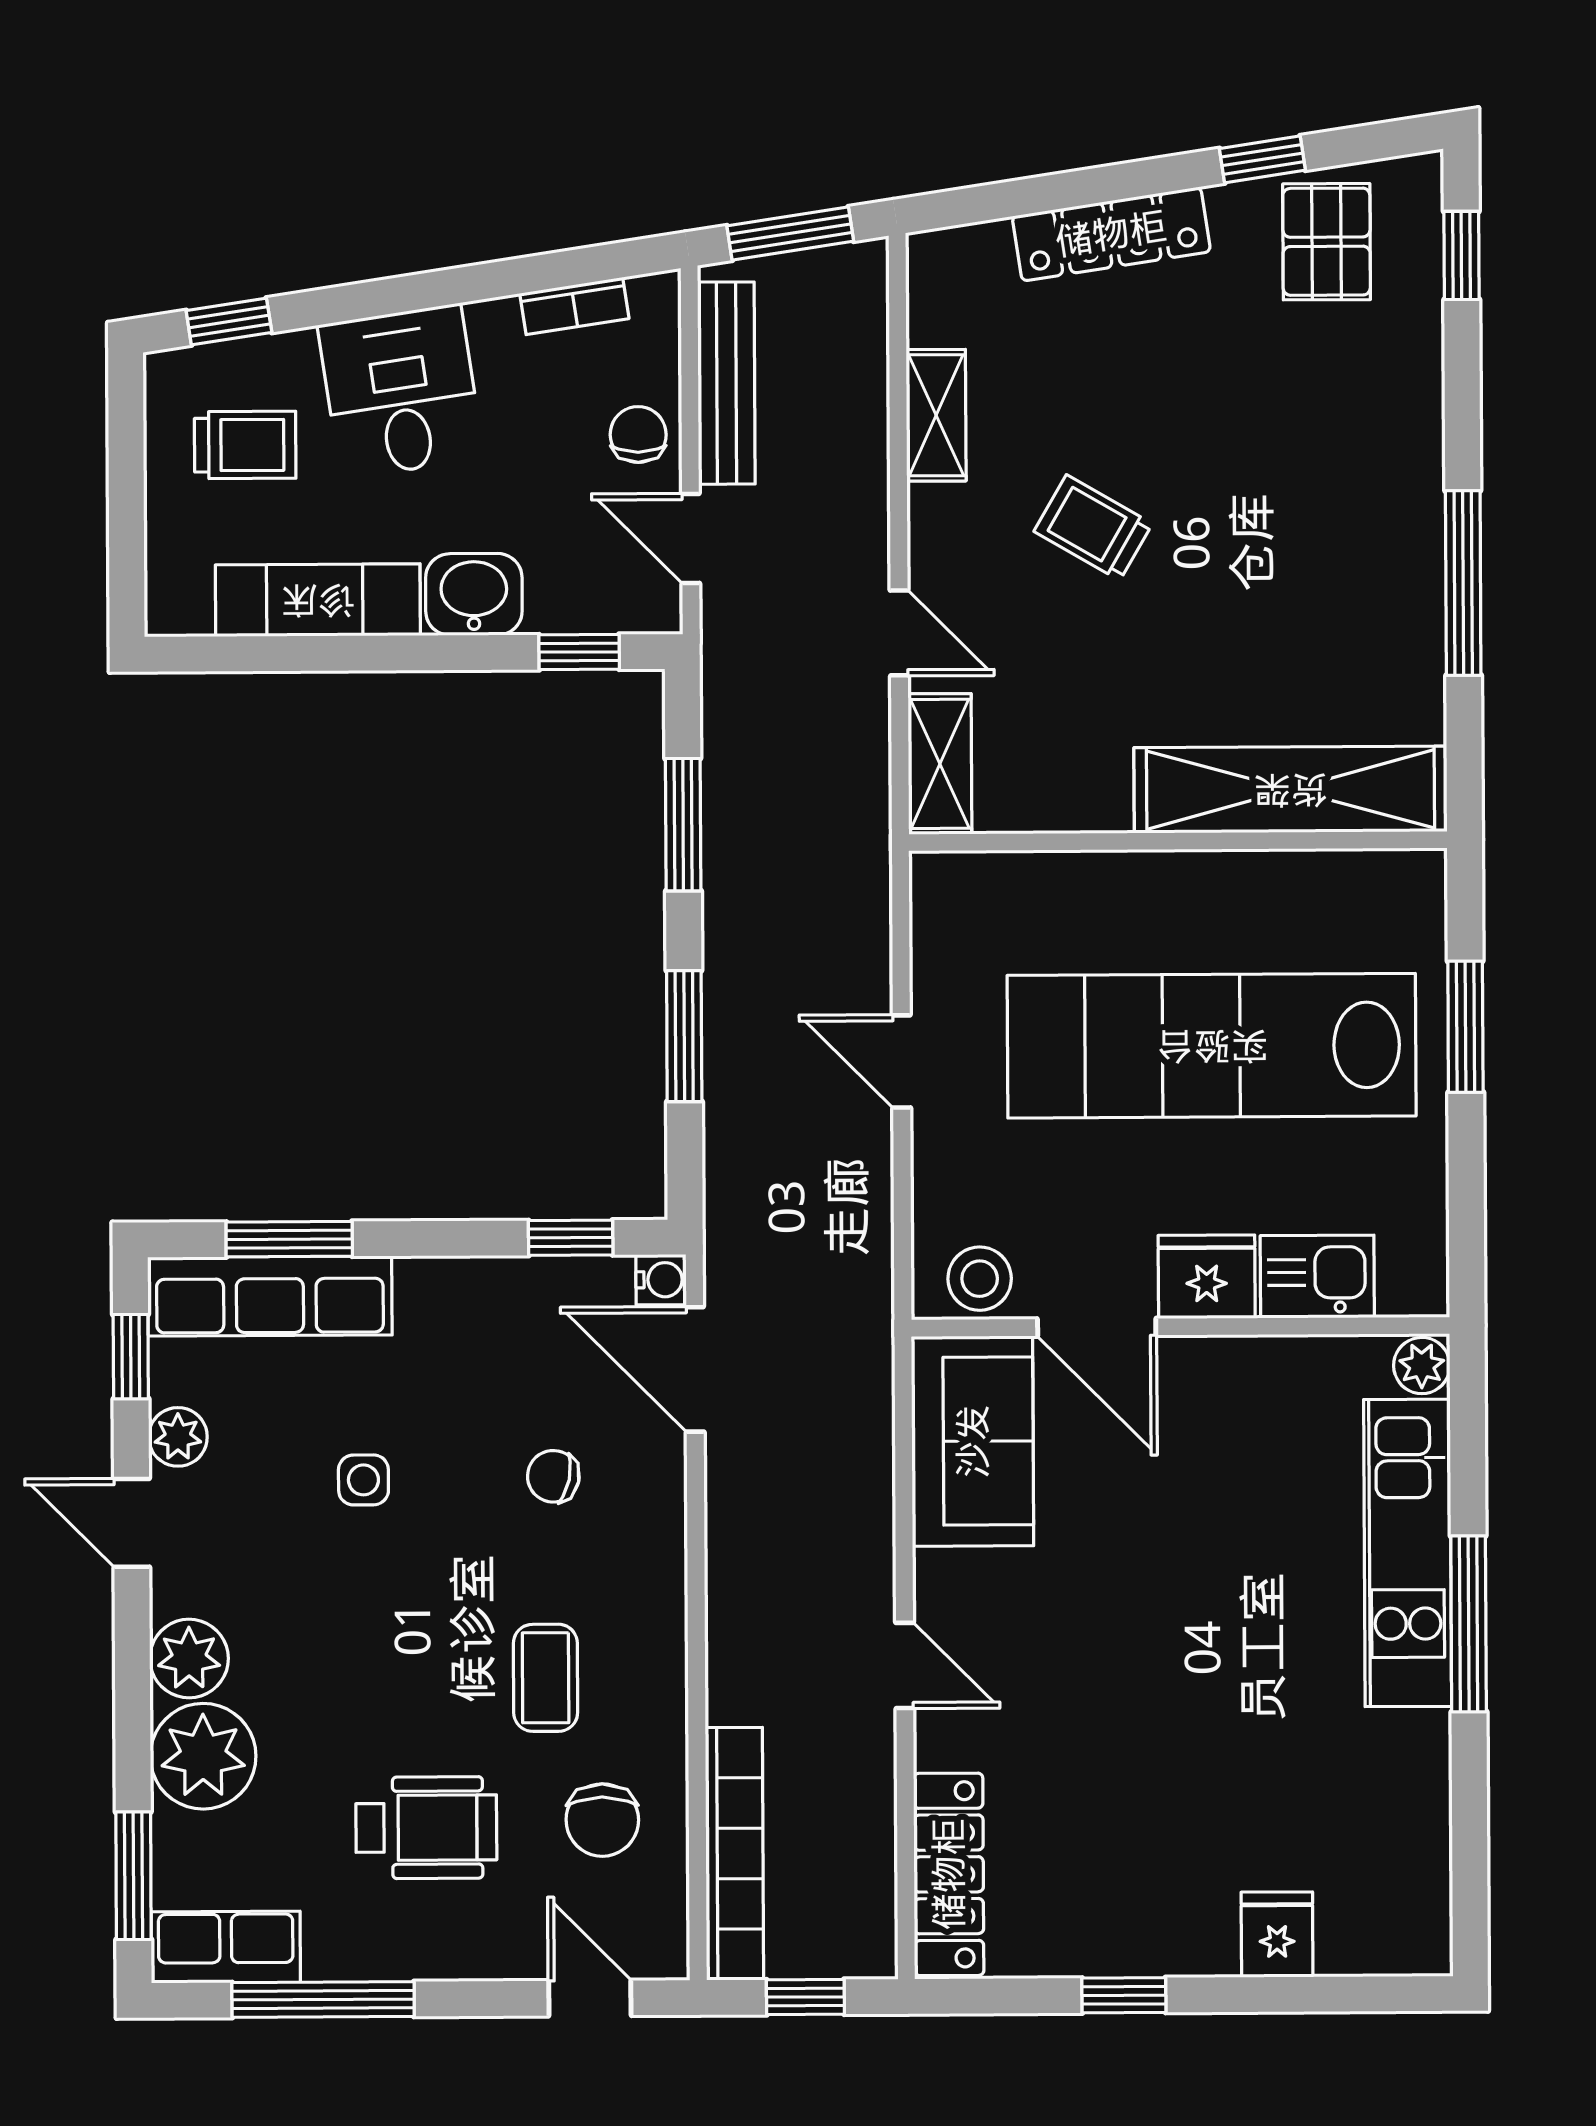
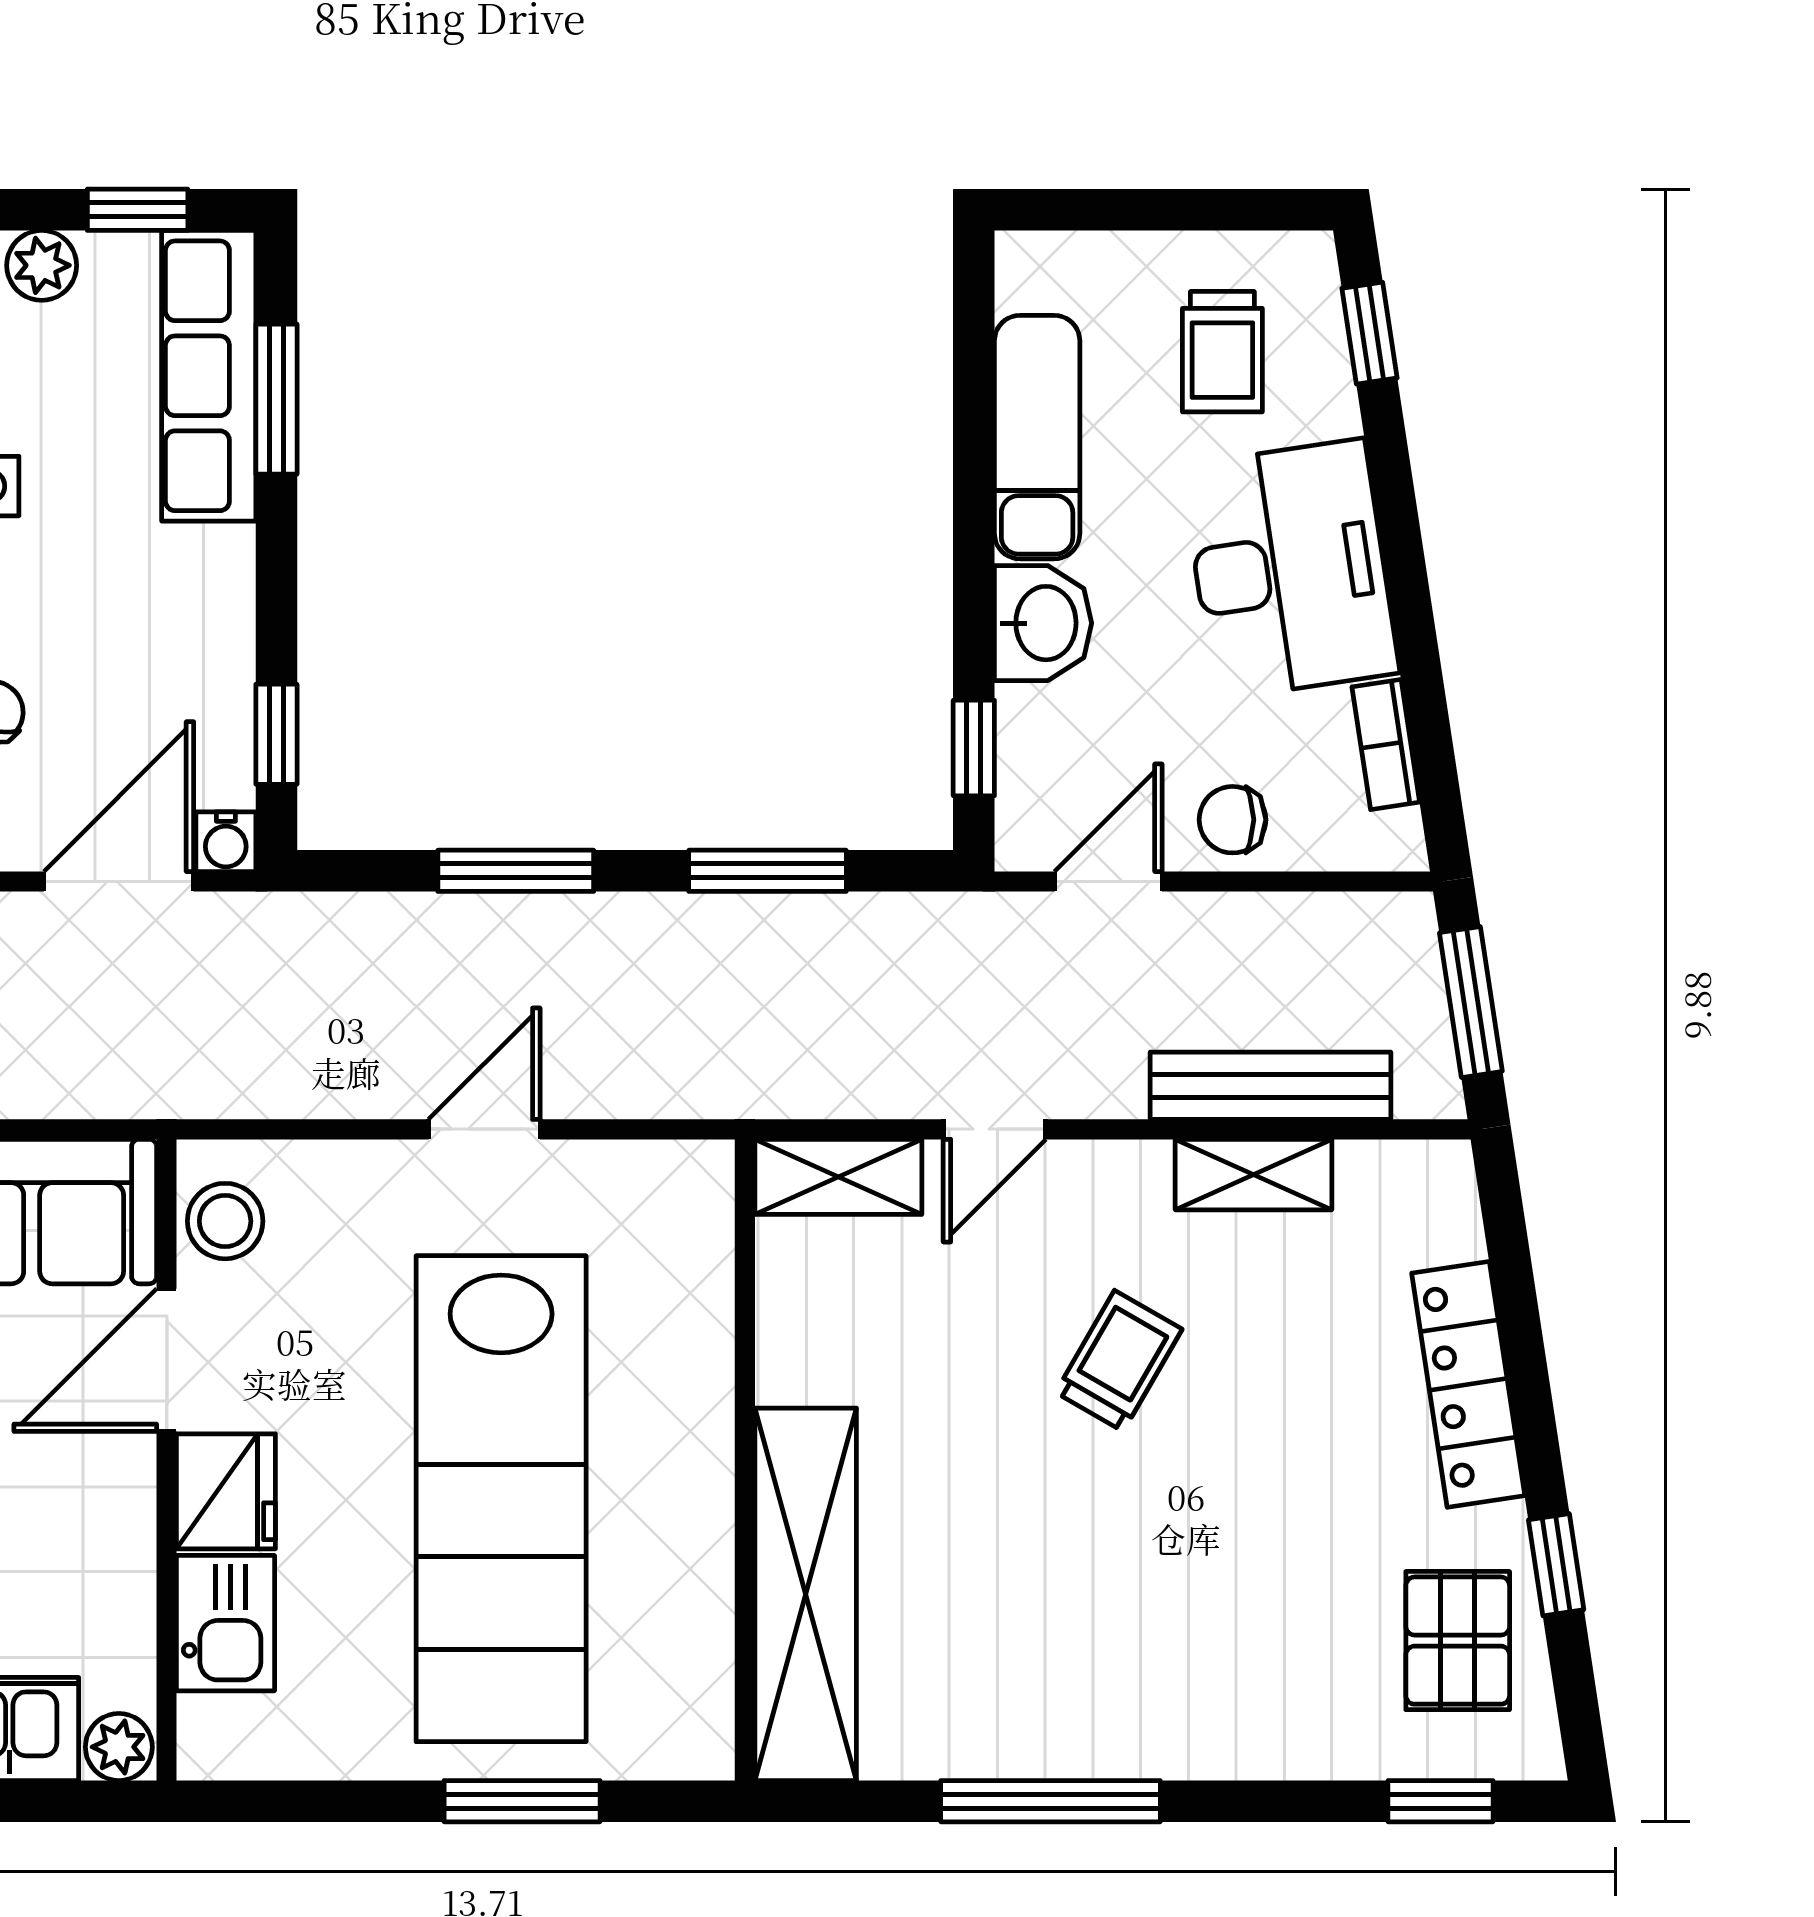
pallet: (1327, 242) -> (1458, 1641), turned 90
bench: (726, 383) -> (1271, 1086), moved
desk: (401, 392) -> (1290, 569), width x1.37
chair: (638, 434) -> (1232, 820), turned 180
lab bench: (1212, 1046) -> (501, 1499), turned 180

